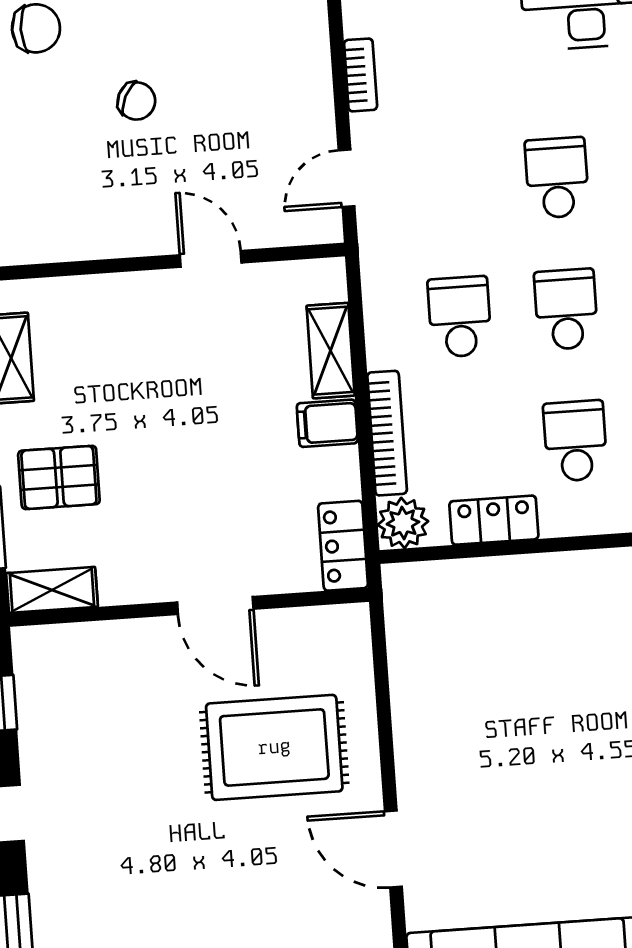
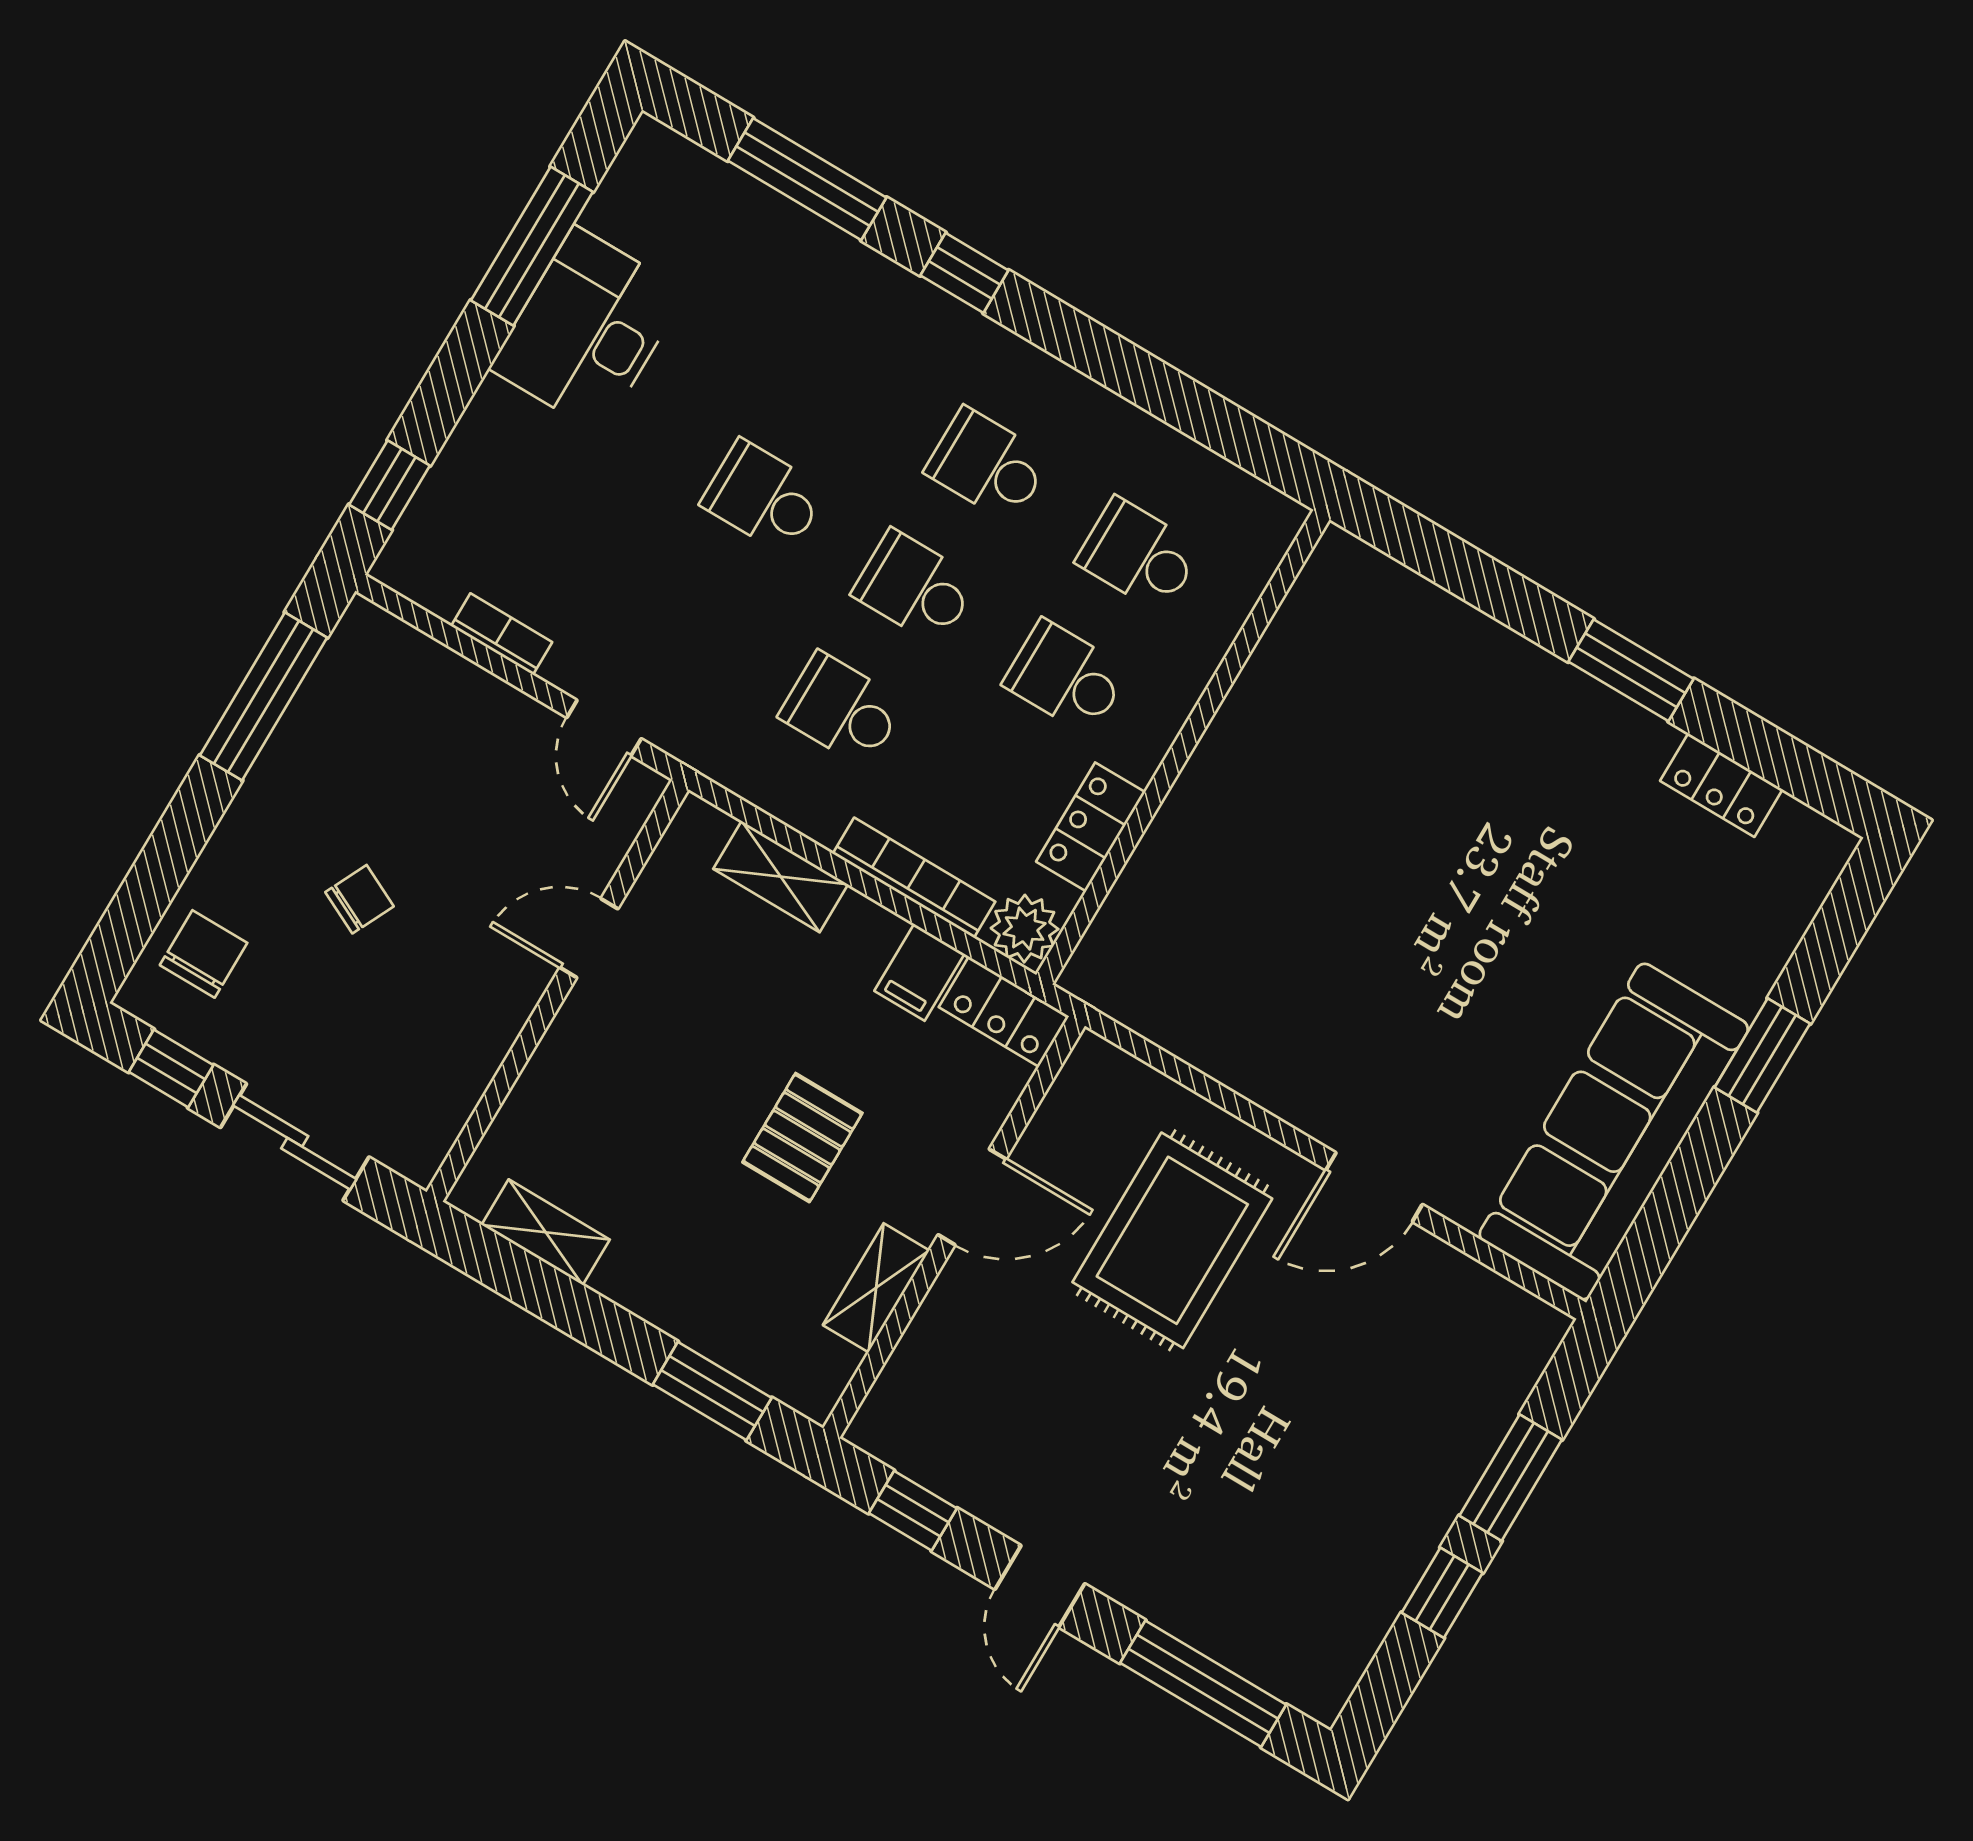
filing cabinet: (327, 423) -> (919, 972), moved
pallet: (59, 477) -> (802, 1138), moved
shelving: (52, 590) -> (876, 1288), moved

